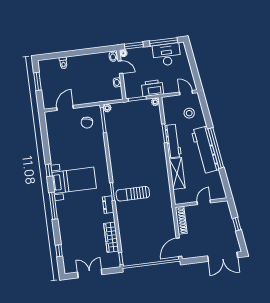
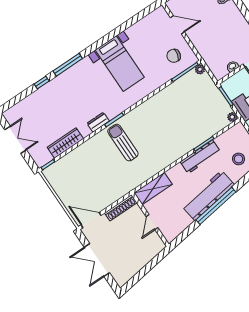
window: (49, 170) -> (103, 41), removed
shelving: (177, 173) -> (153, 189), moved
bed with nightstands: (74, 180) -> (120, 64), moved
door: (204, 202) -> (152, 222), swing flipped
window: (237, 224) -> (147, 269), removed
window: (59, 251) -> (42, 82), moved
double door: (223, 257) -> (97, 260), moved

